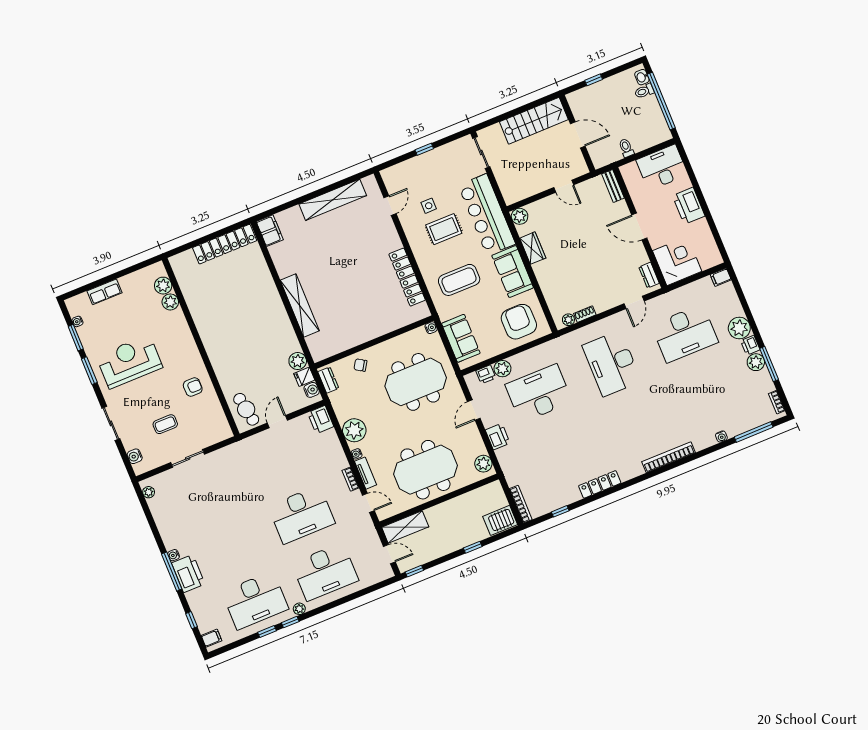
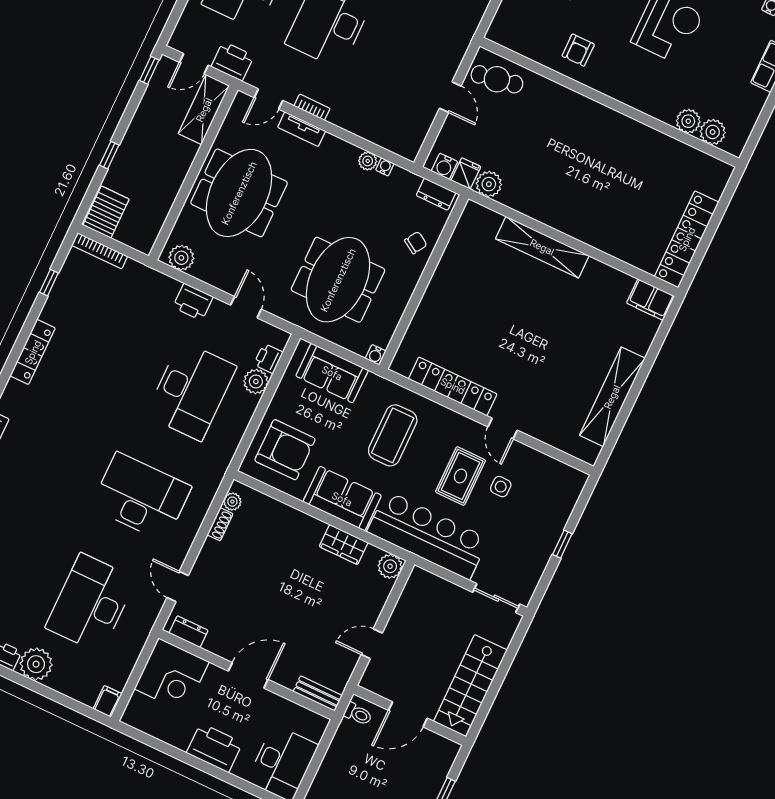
toilet: (626, 148) -> (358, 714), moved
door: (390, 206) -> (503, 428), moved
printer: (321, 420) -> (233, 61), moved
plant: (354, 430) -> (368, 161), width x0.53, depth x0.53
water cooler: (357, 454) -> (385, 167), moved

